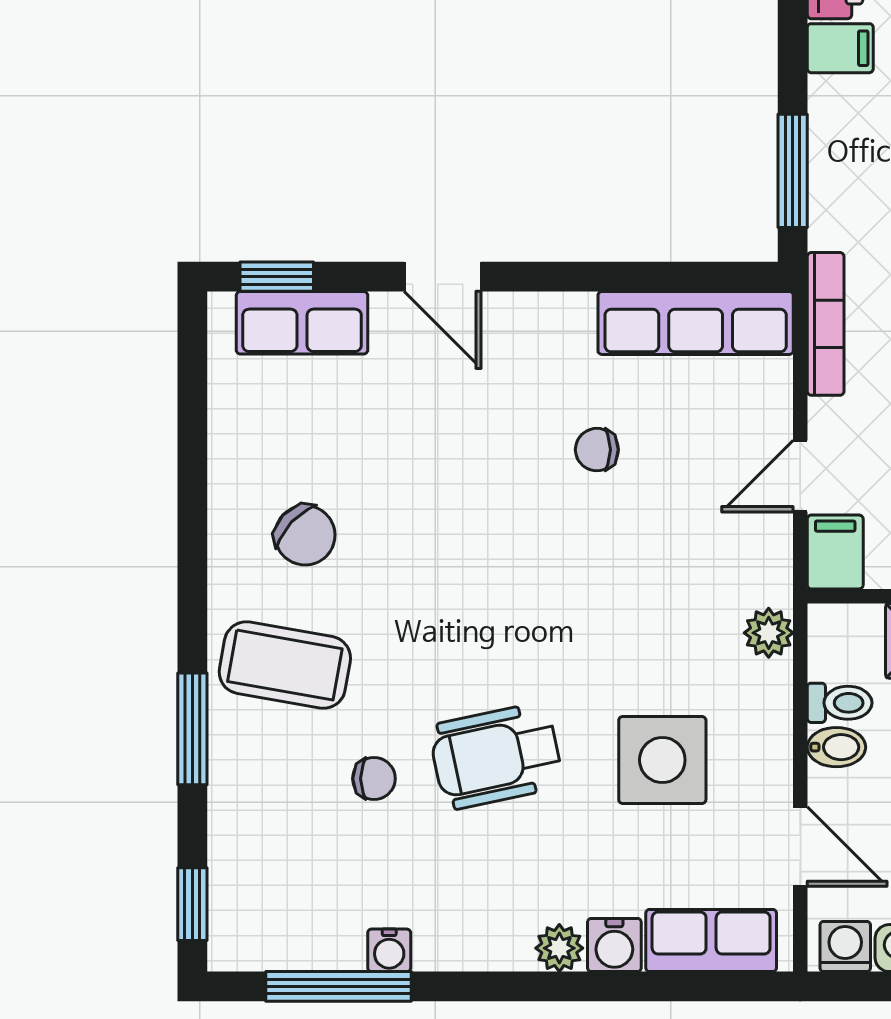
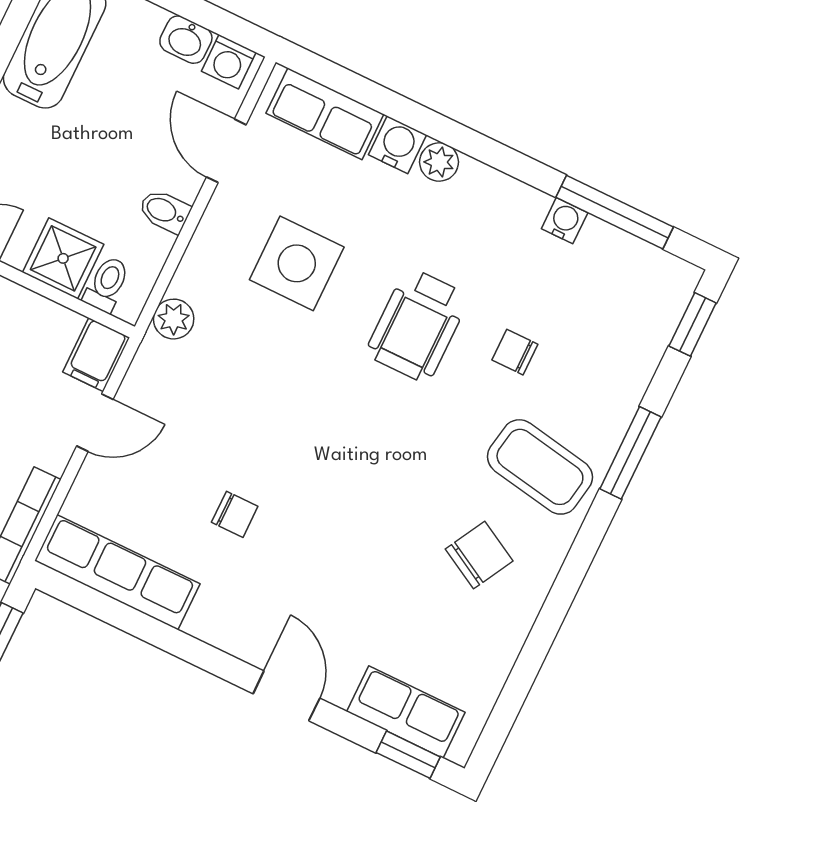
chair: (305, 535) -> (479, 555), turned 76
toilet: (840, 703) -> (107, 284), moved, turned 90
wheelchair: (496, 756) -> (417, 325), turned 102

